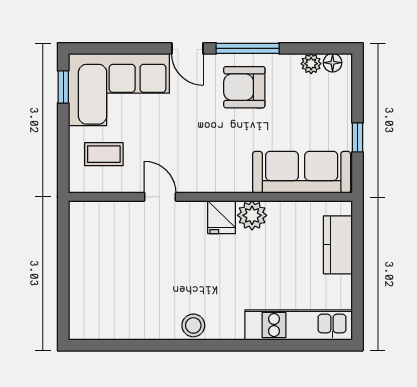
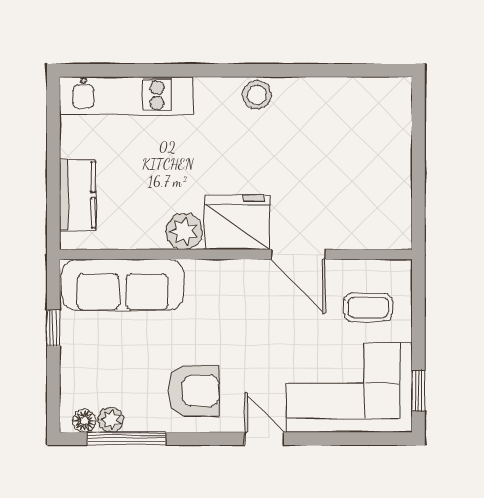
window: (248, 48) -> (126, 439), moved
door: (160, 197) -> (298, 254), width x1.38
fridge: (221, 217) -> (237, 222), width x1.88, depth x1.34

